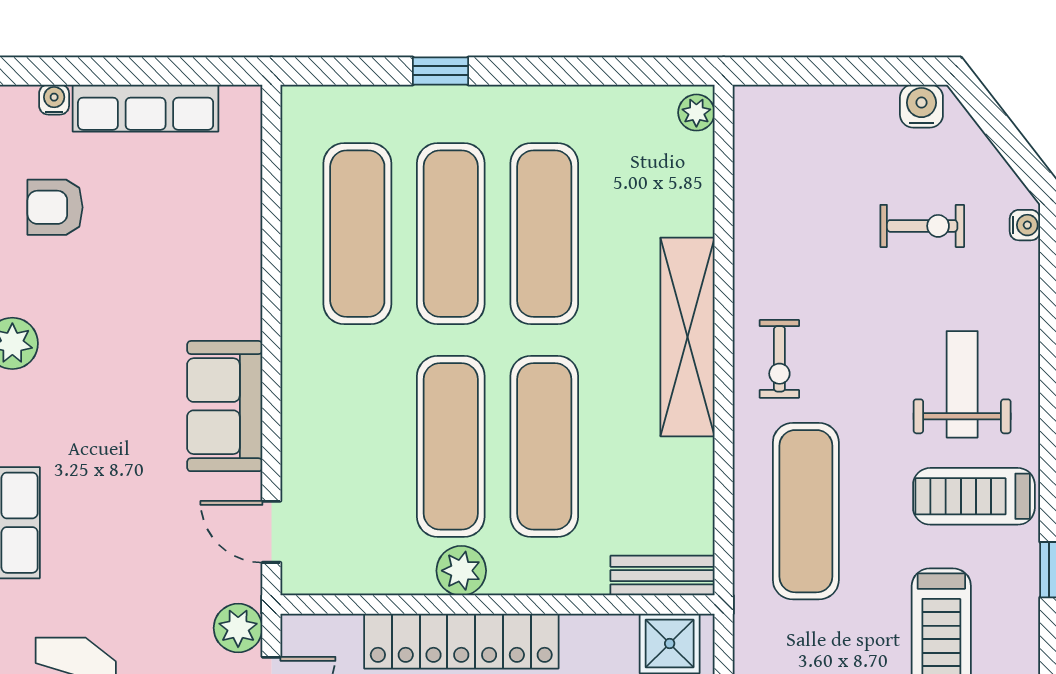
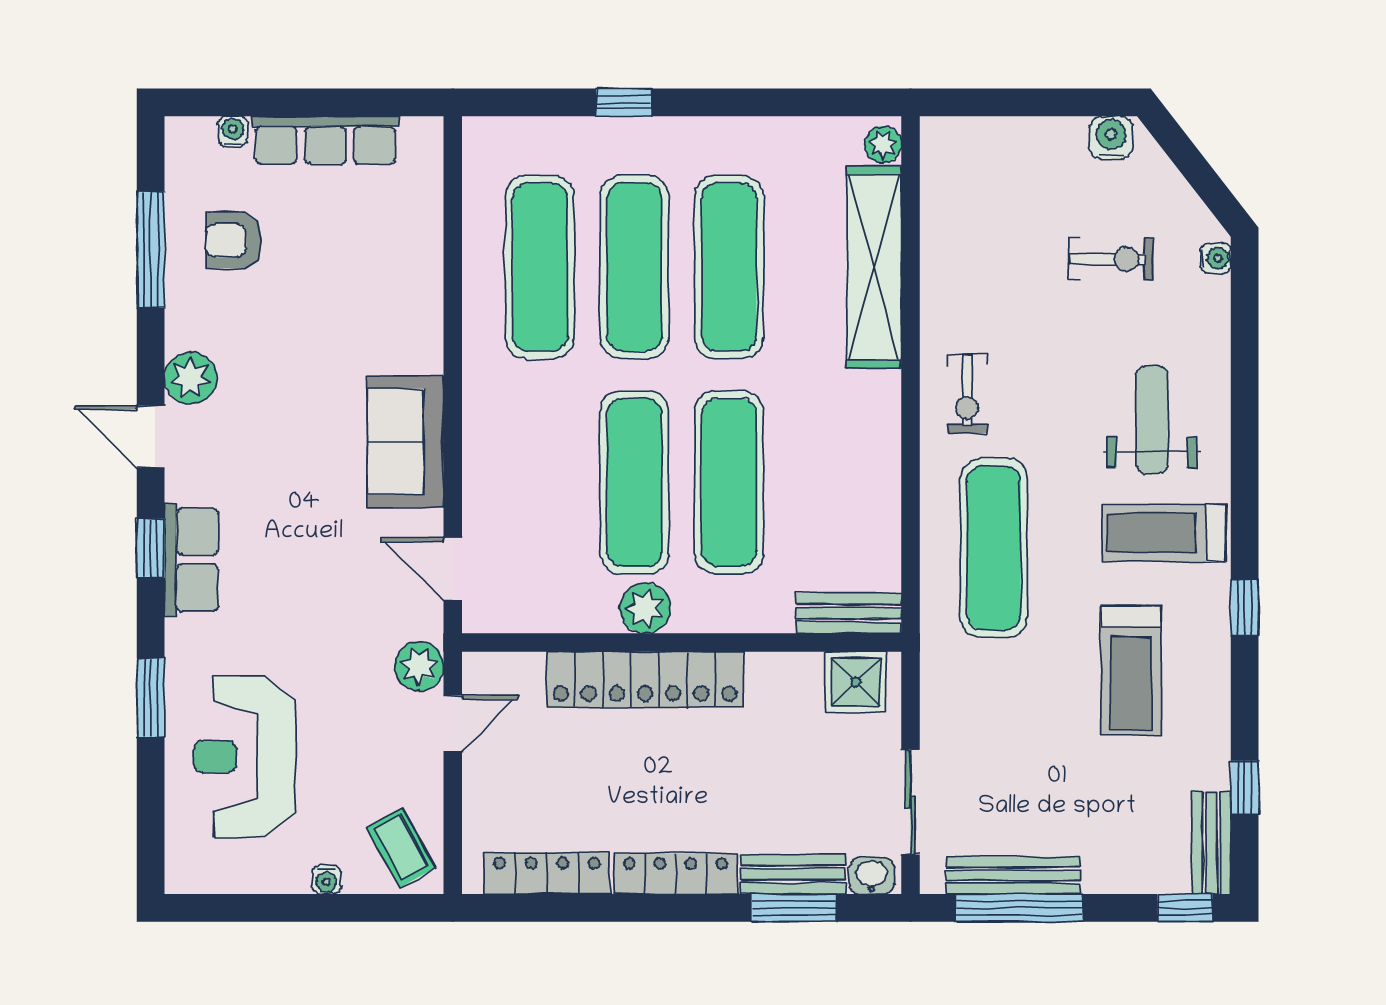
shelving: (687, 337) -> (874, 267), moved

